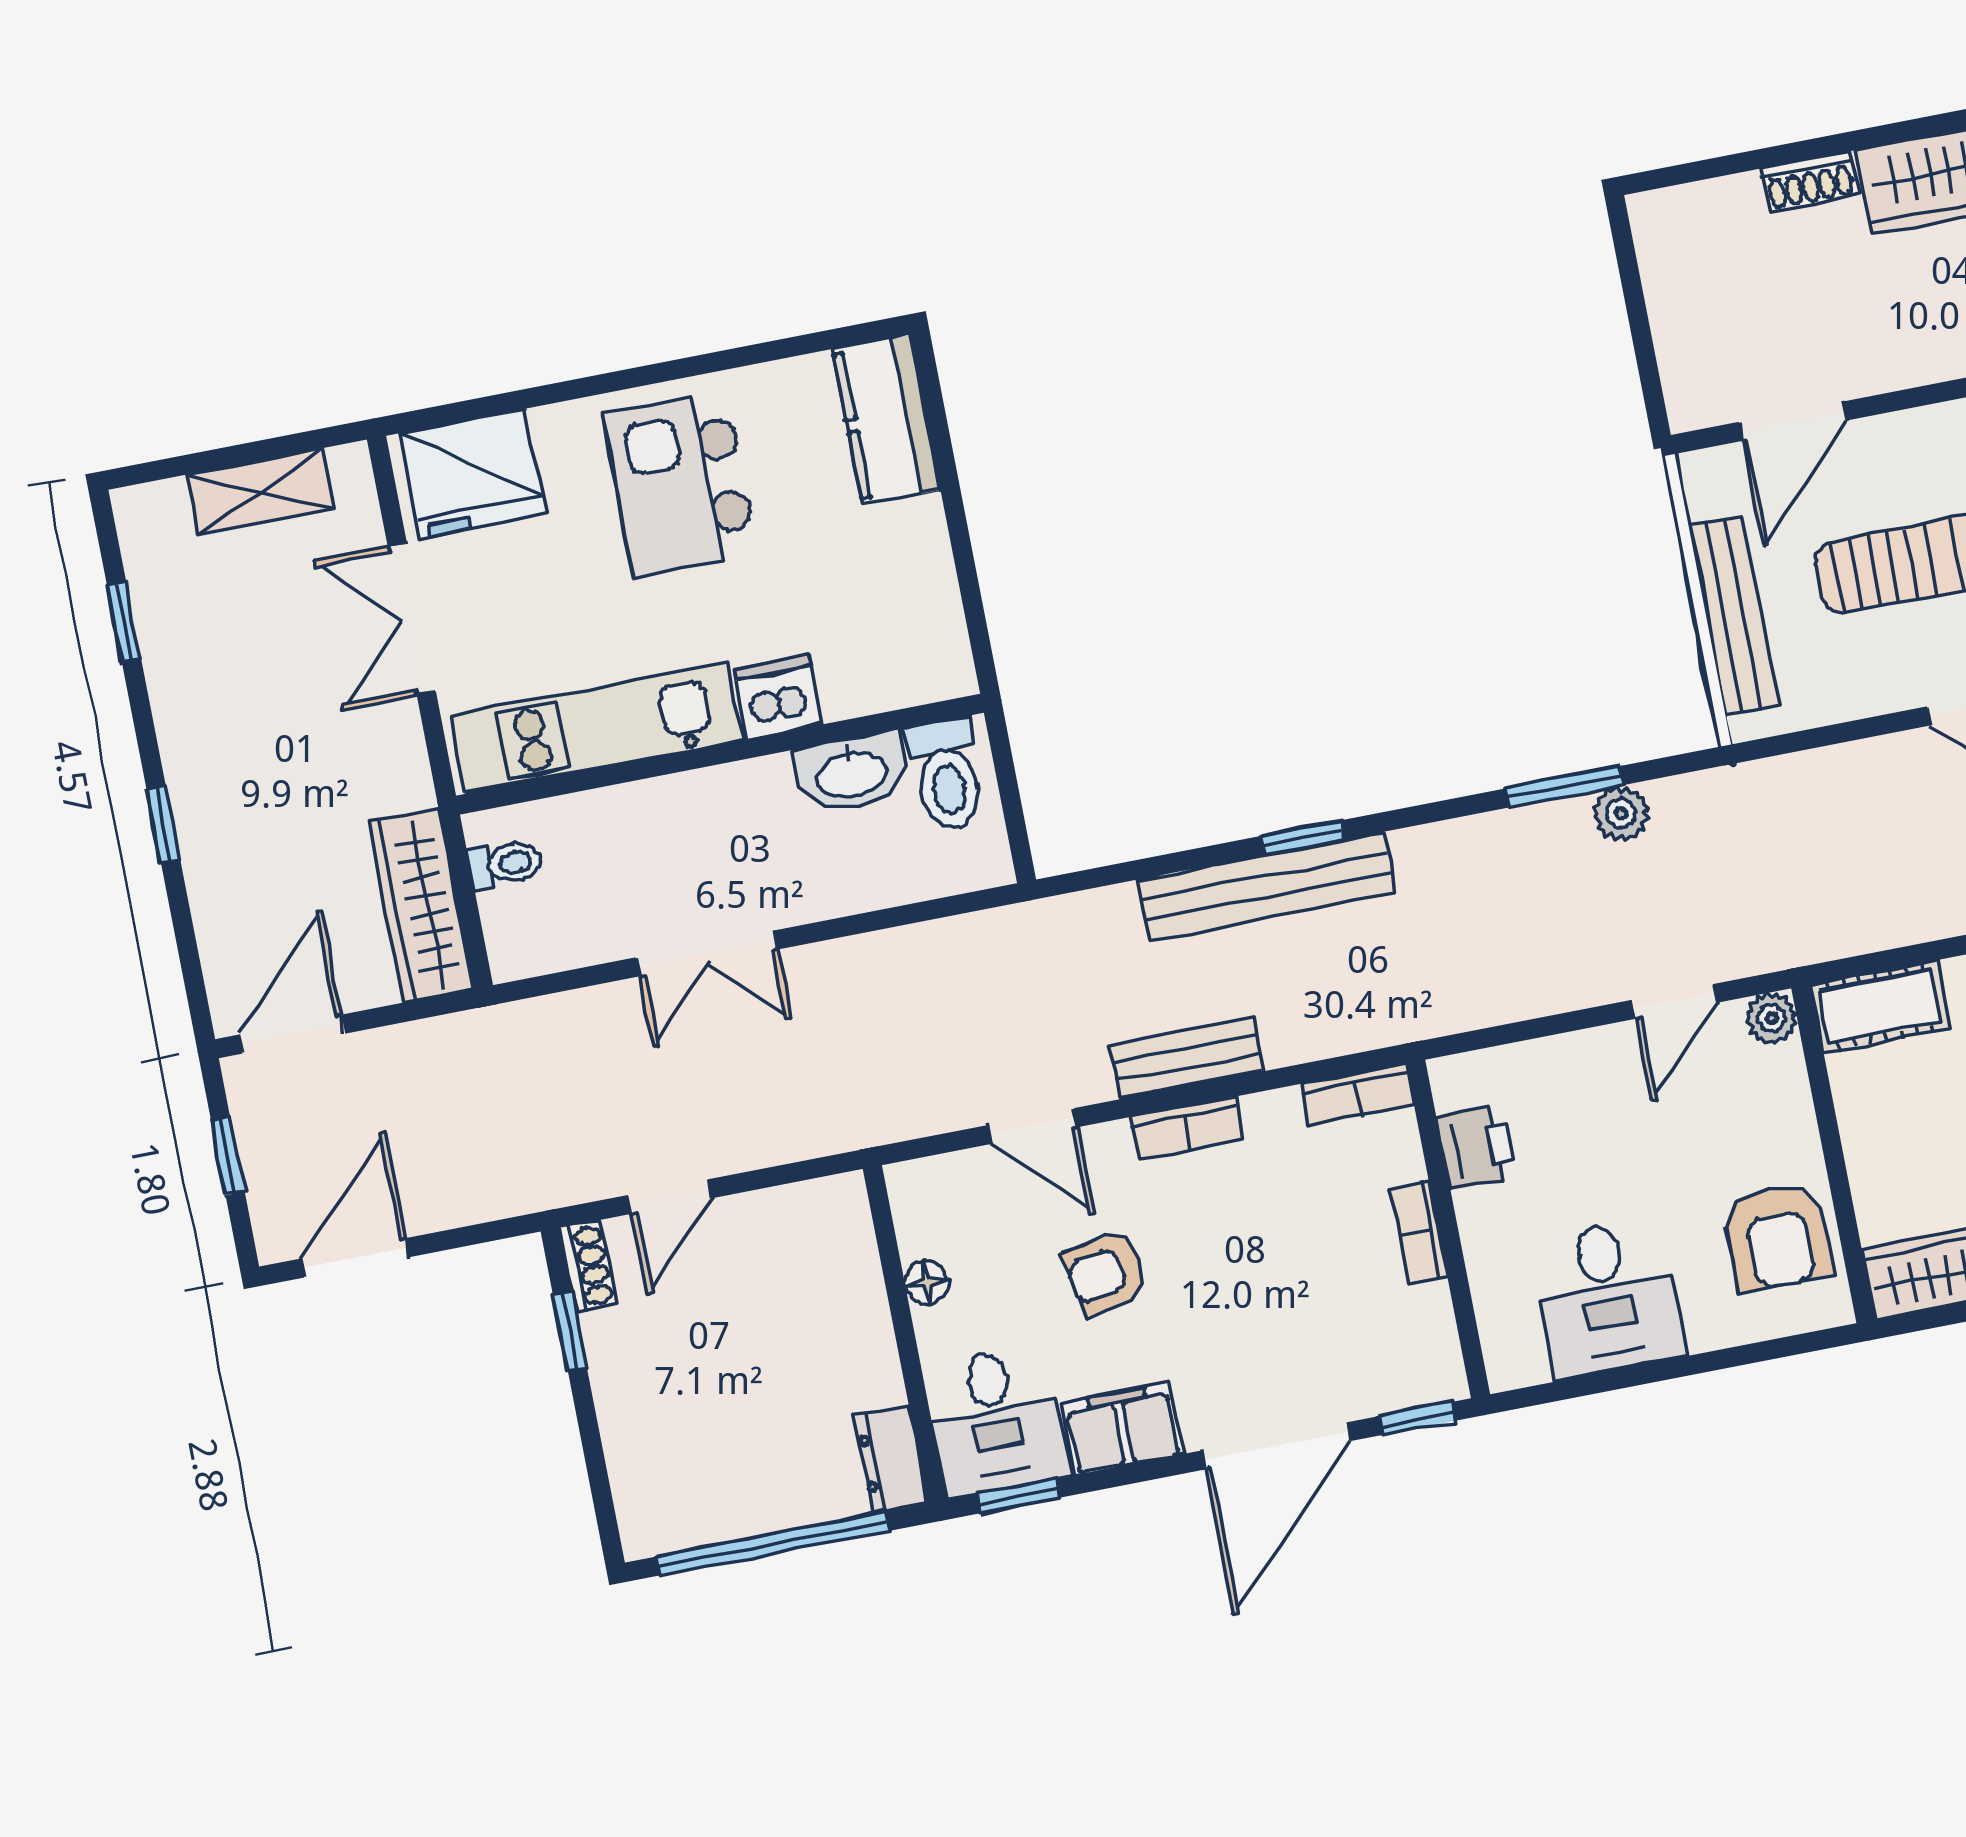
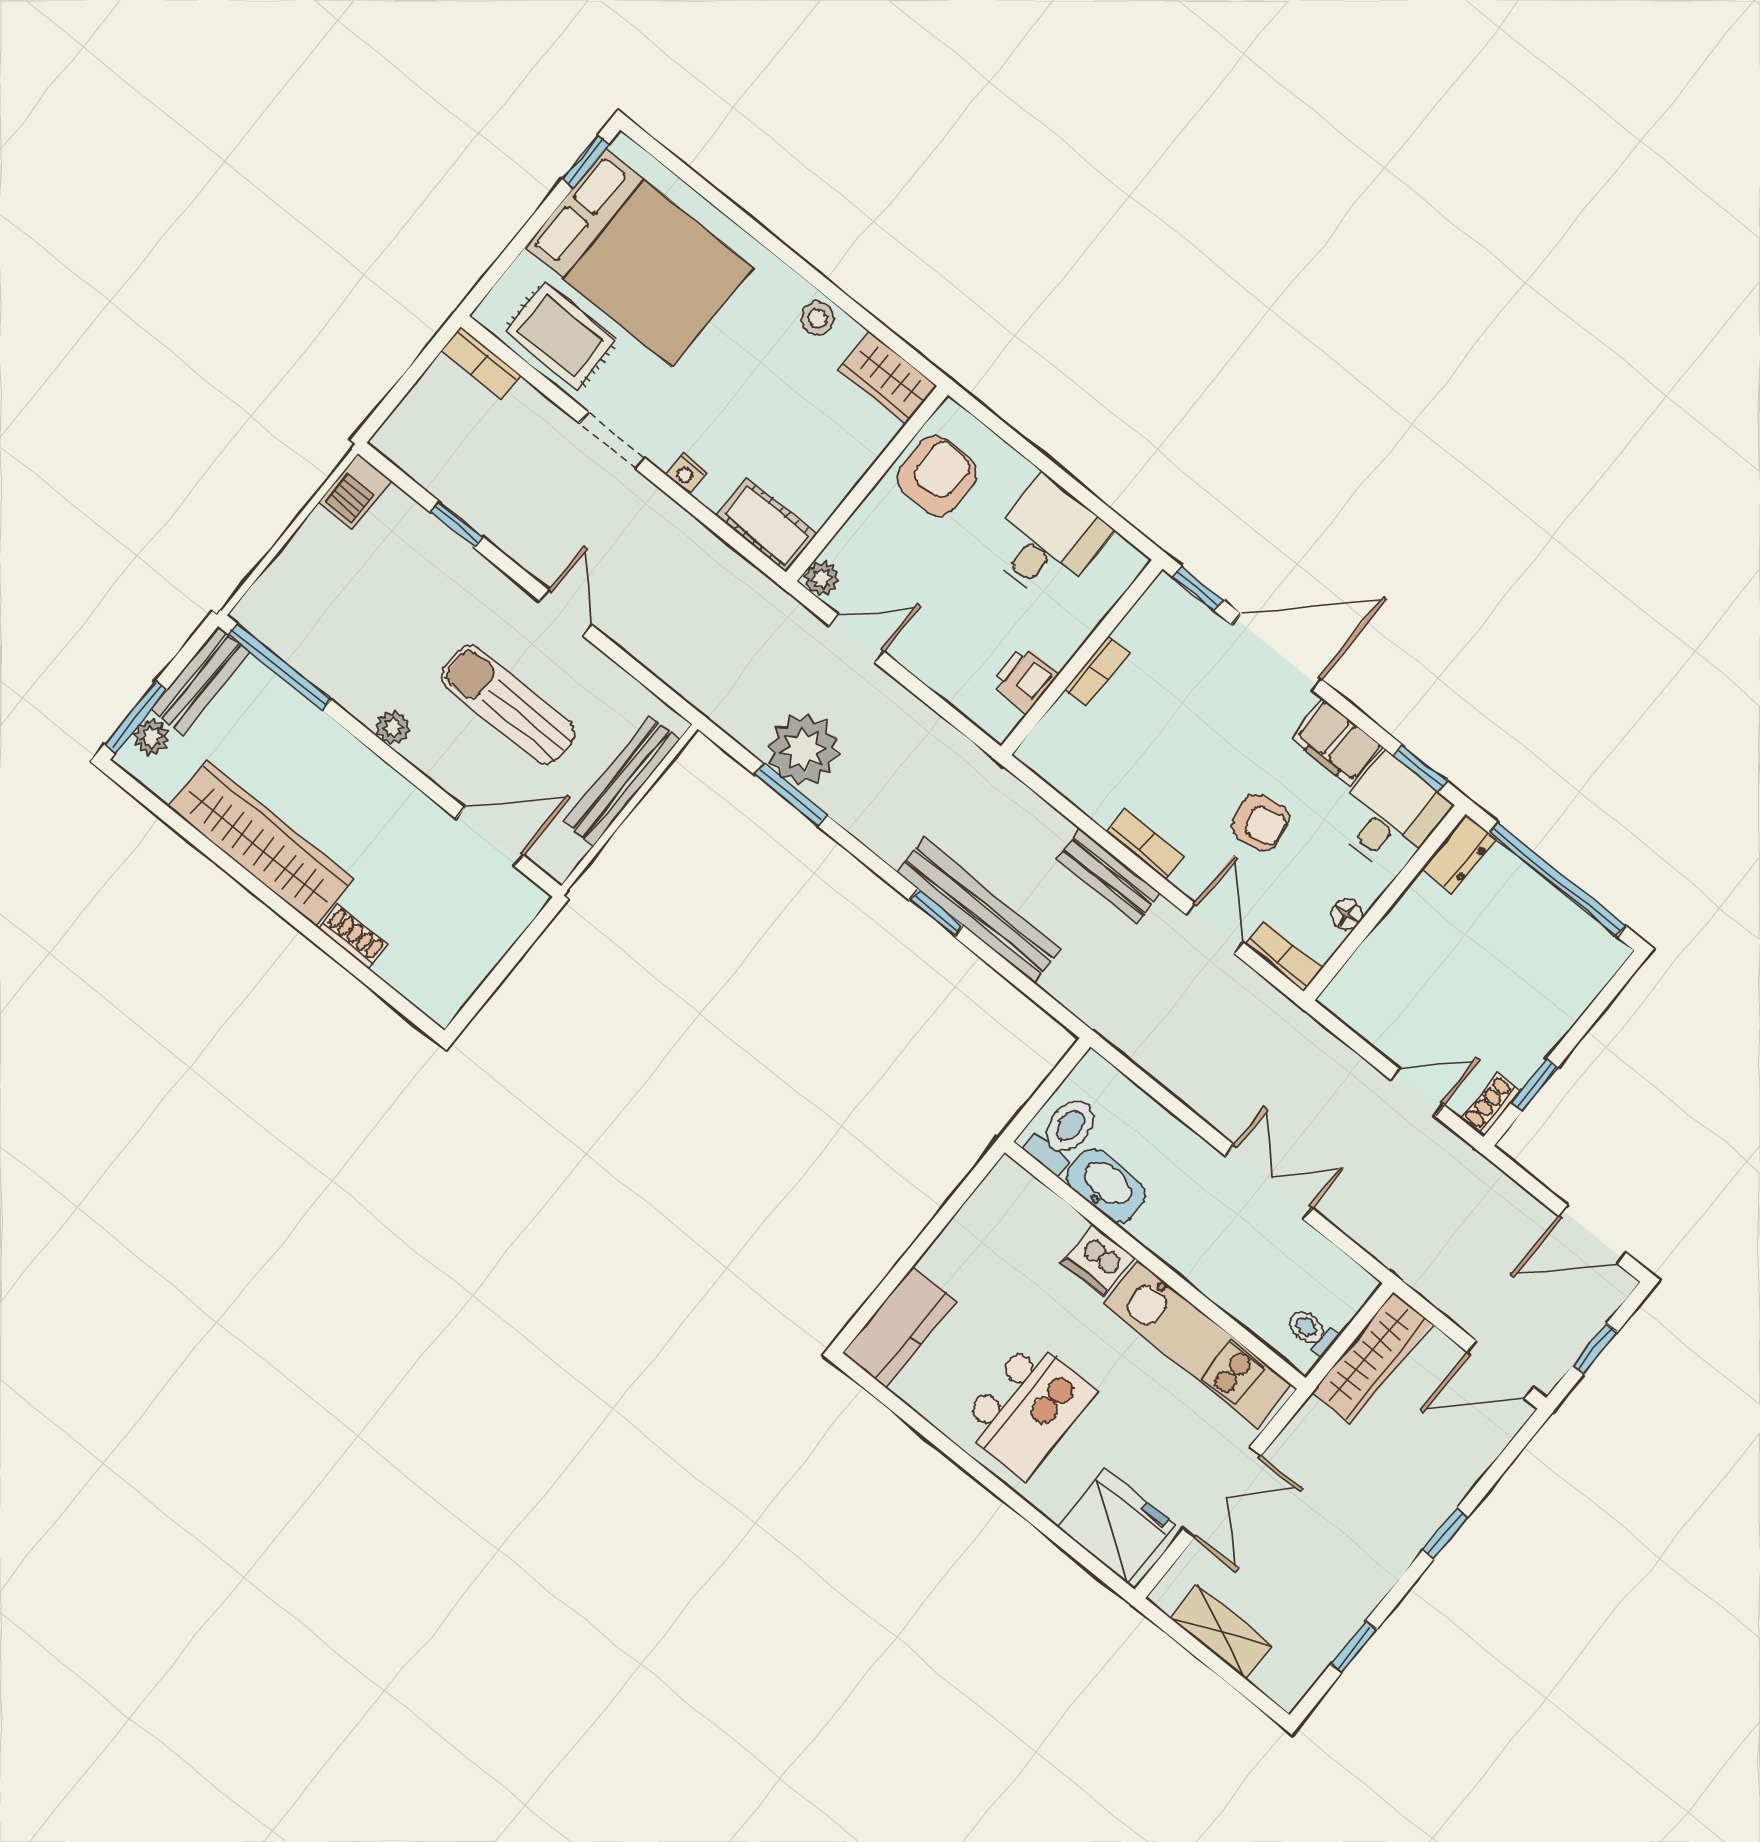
plant: (1621, 814) -> (803, 750), width x1.87, depth x1.87
bookcase: (1357, 1095) -> (1284, 956), moved

